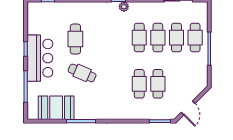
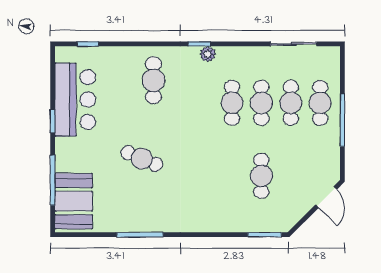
cafe table: (75, 39) -> (153, 80), moved
bar counter: (40, 58) -> (75, 100), moved
cafe table: (139, 84) -> (232, 176), removed
booth: (56, 108) -> (74, 201), moved, turned 90
door: (188, 108) -> (326, 197), moved

